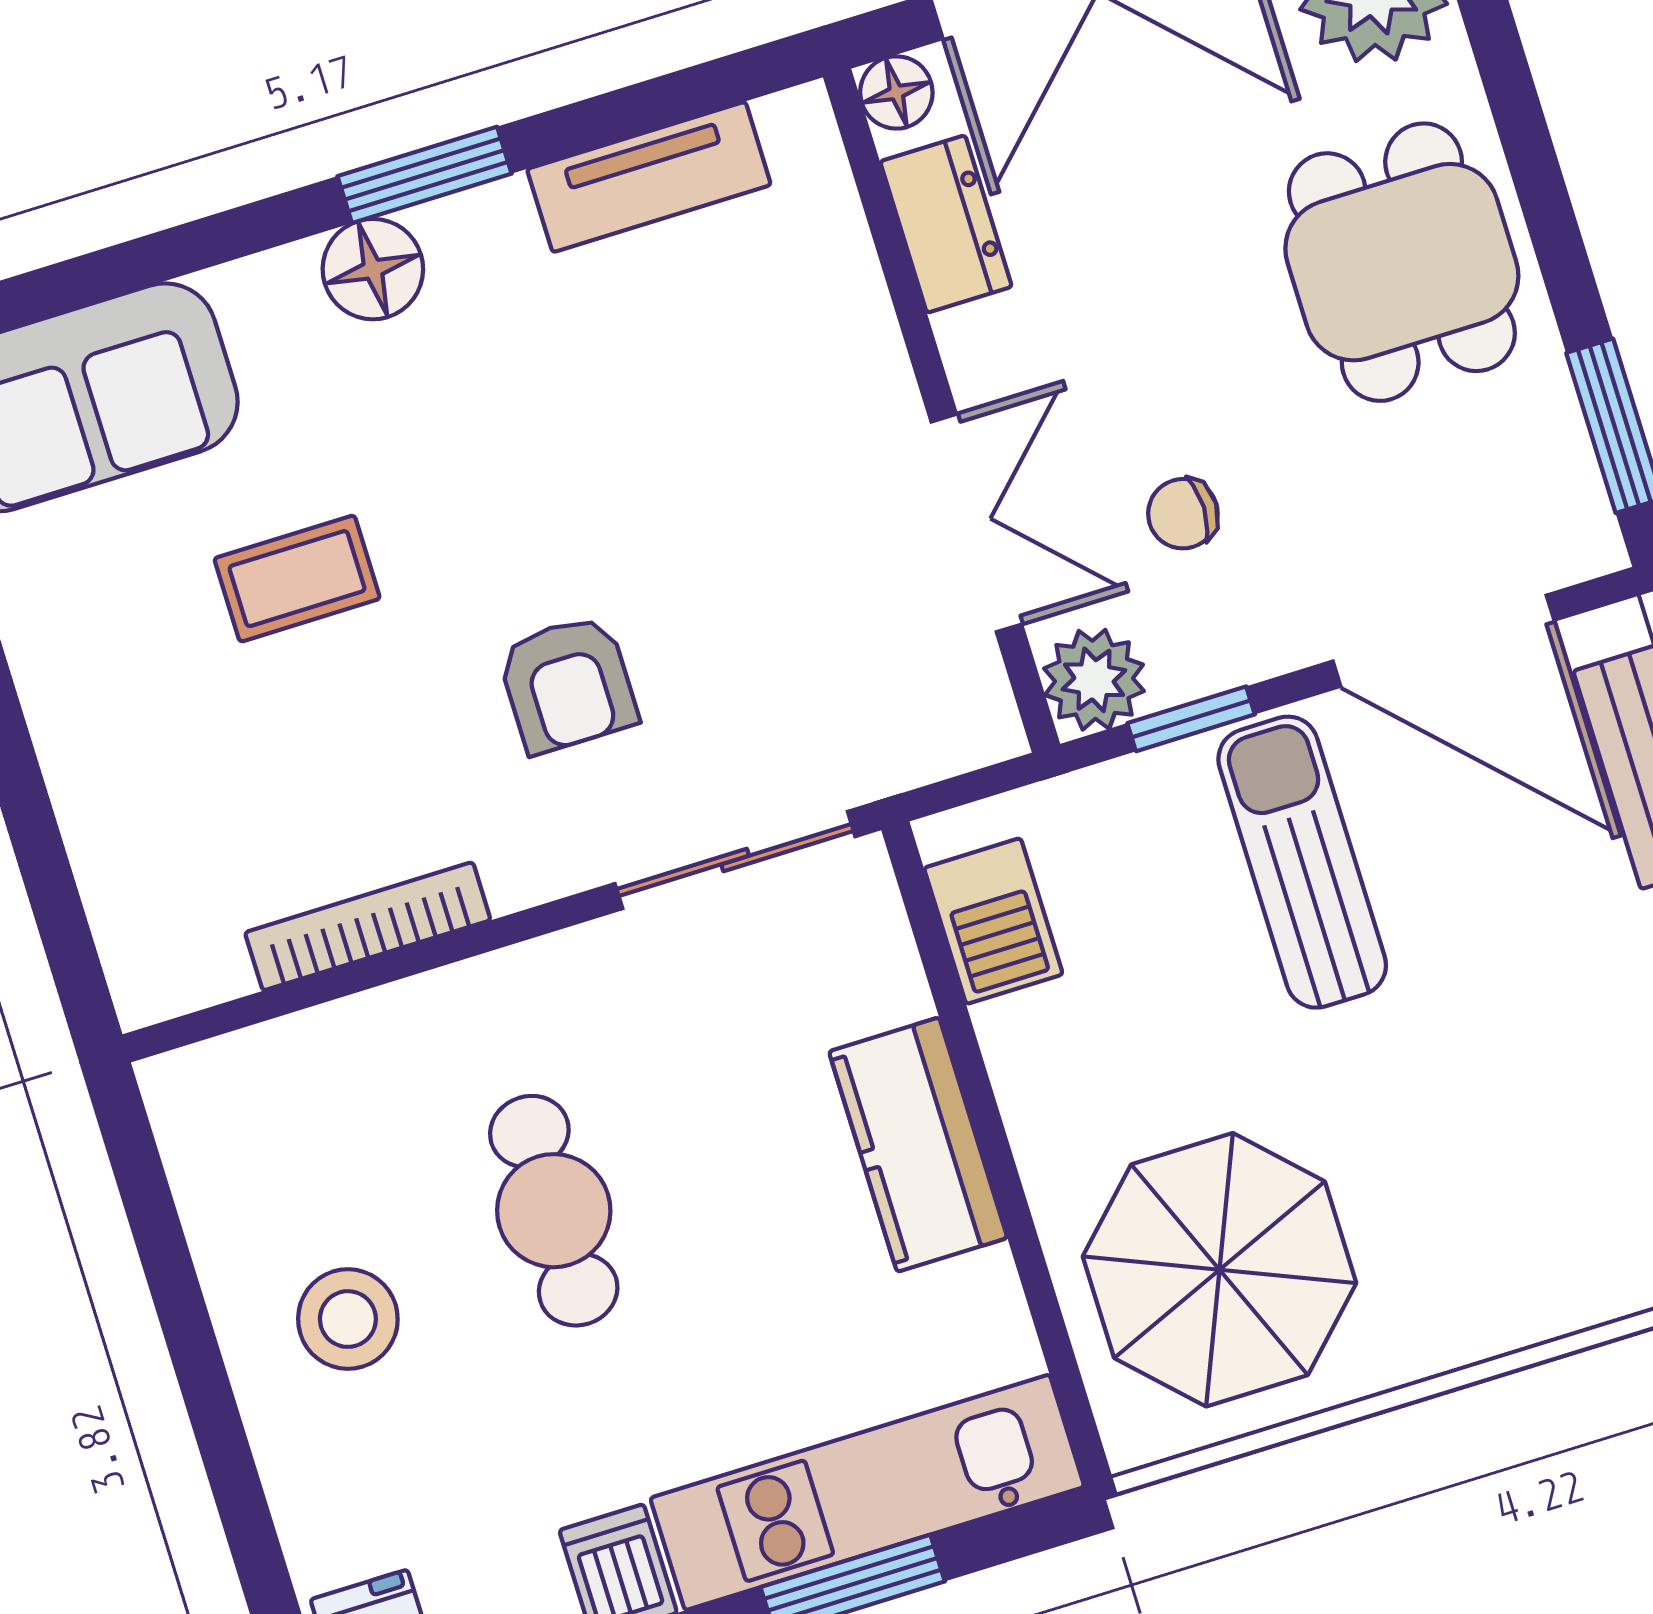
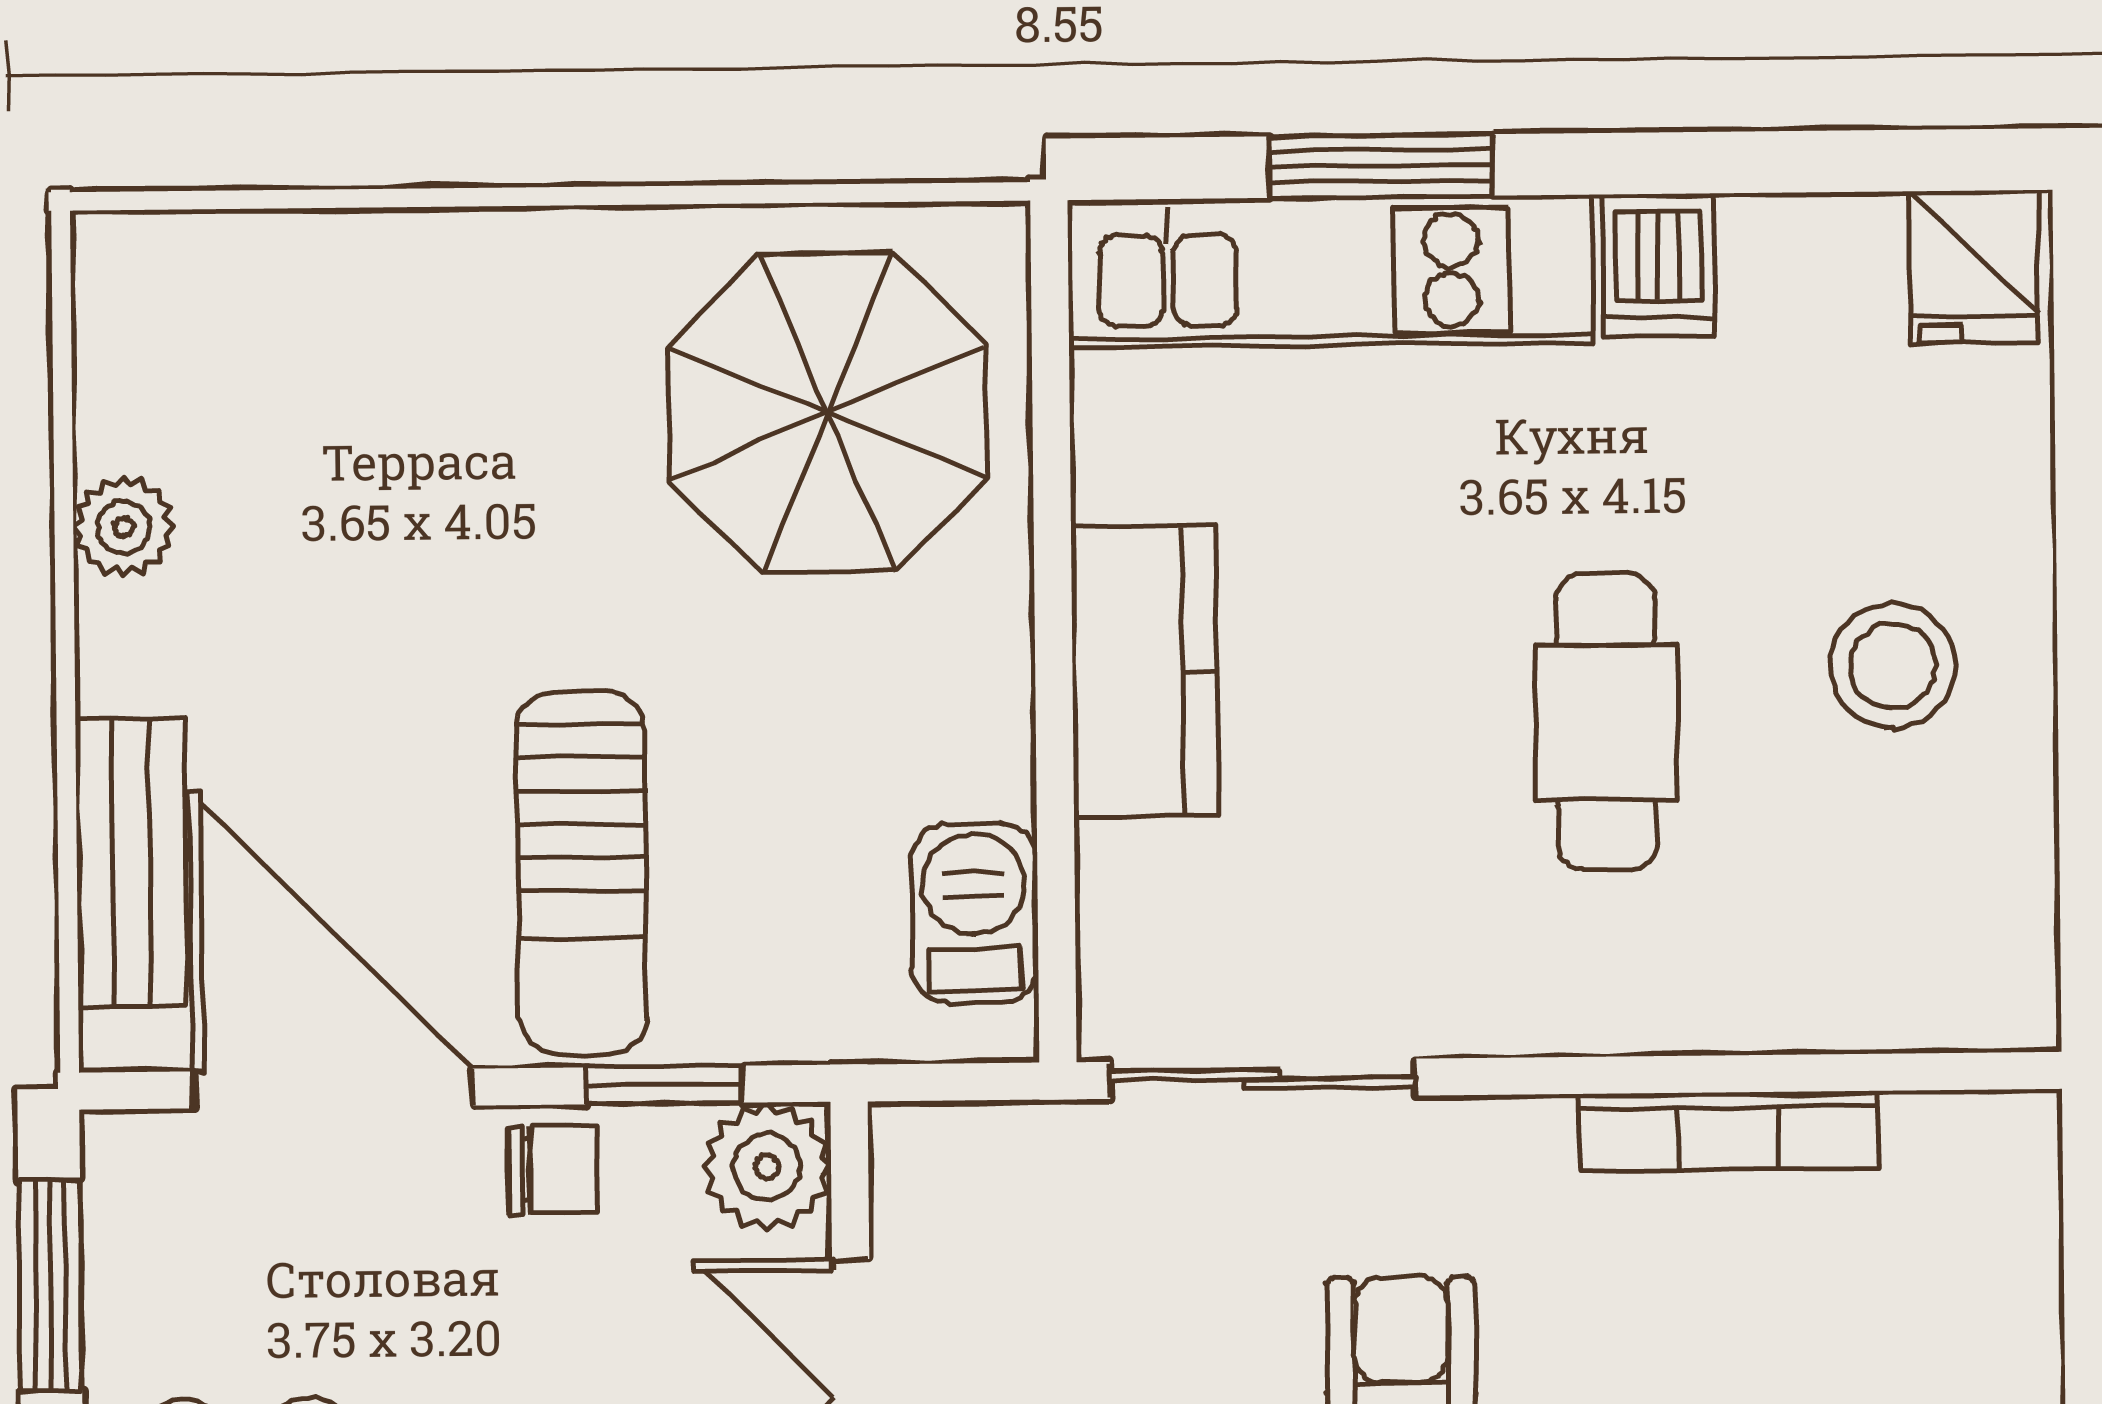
chair: (1183, 514) -> (553, 1170), moved

